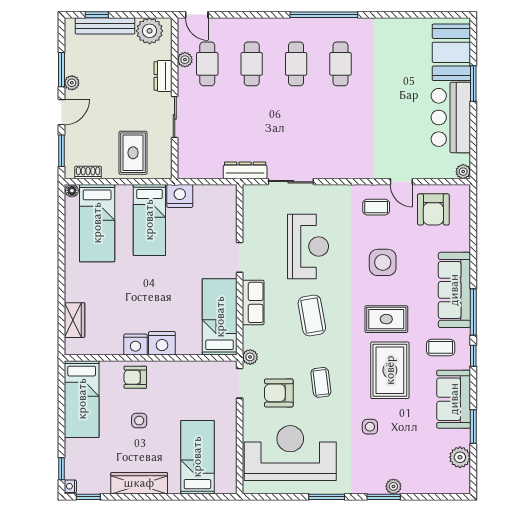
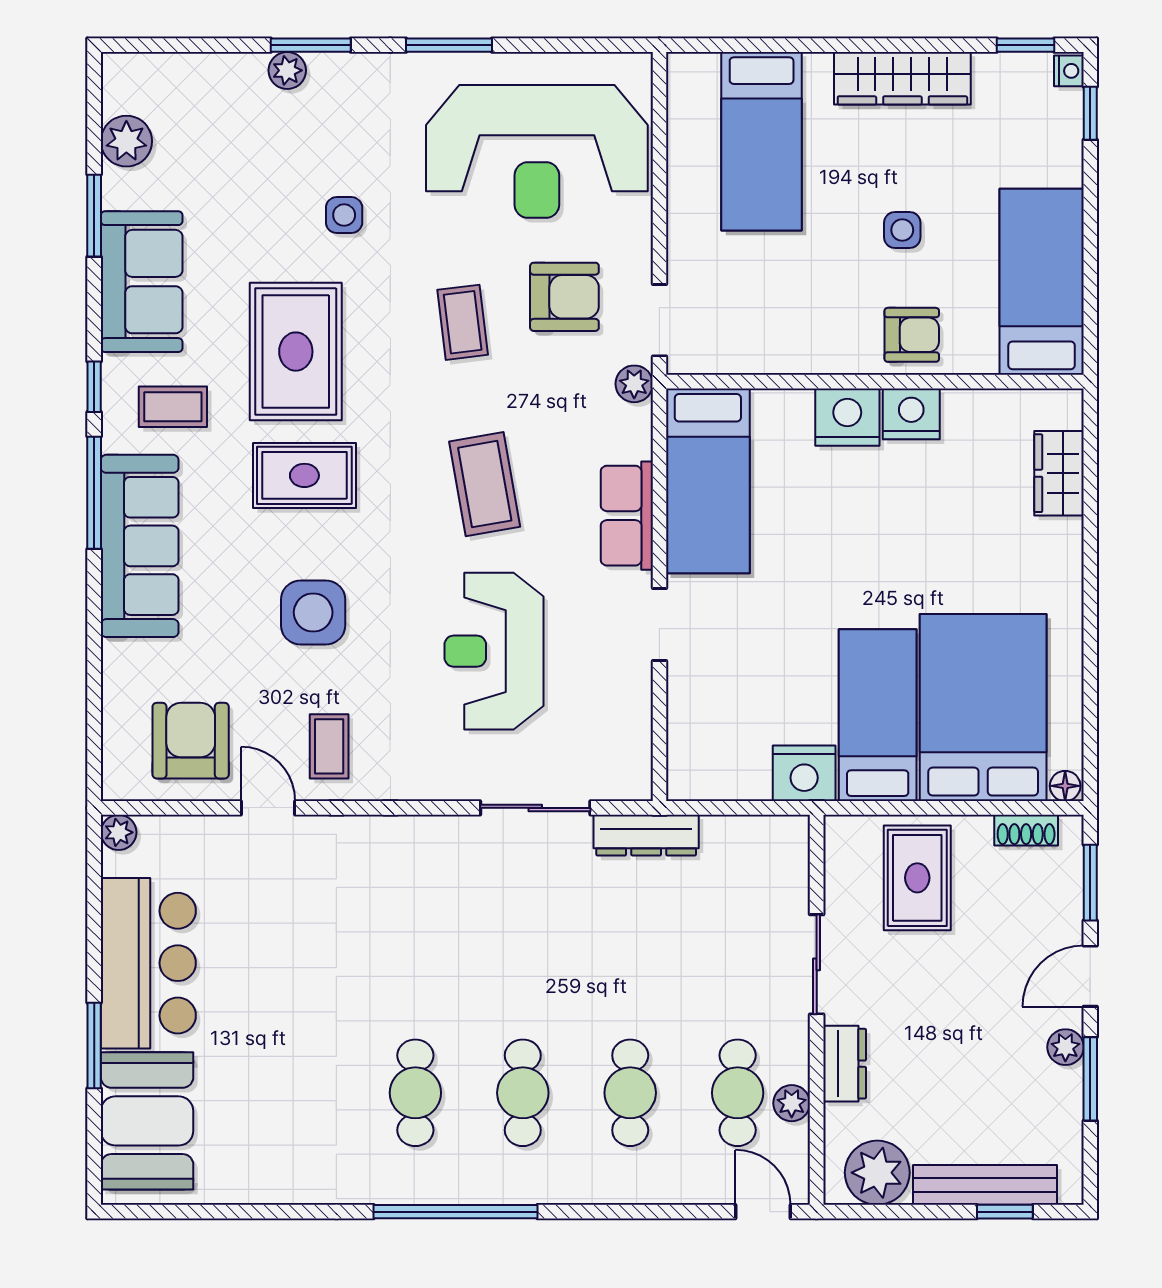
coffee table: (376, 207) -> (329, 746), turned 90
bed: (97, 223) -> (983, 708), width x1.50

